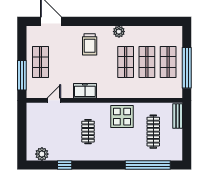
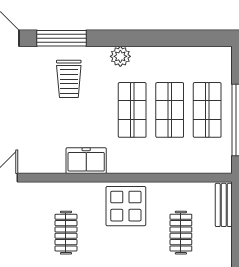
window: (85, 21) -> (62, 38), added
freezer: (85, 91) -> (86, 161), moved
clothes rail: (153, 132) -> (181, 233), width x0.73

